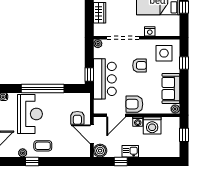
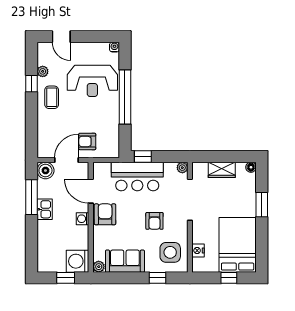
nightstand: (150, 31) -> (198, 251), moved
washing machine: (152, 125) -> (78, 261), moved
window: (121, 162) -> (32, 197), width x2.17

